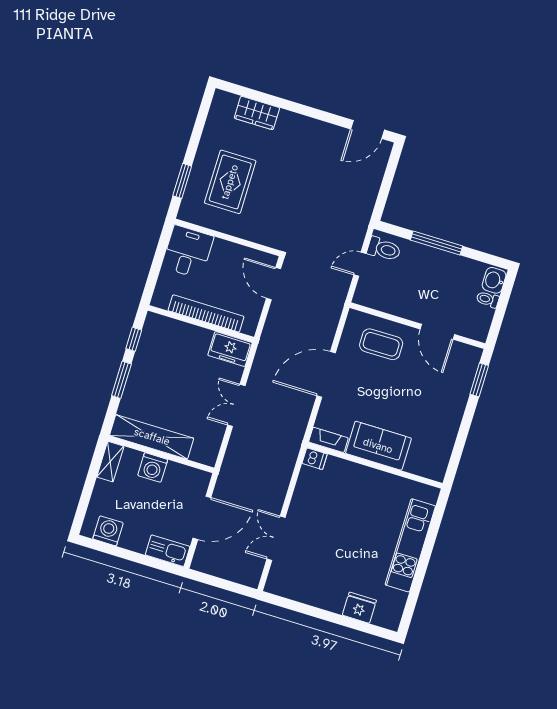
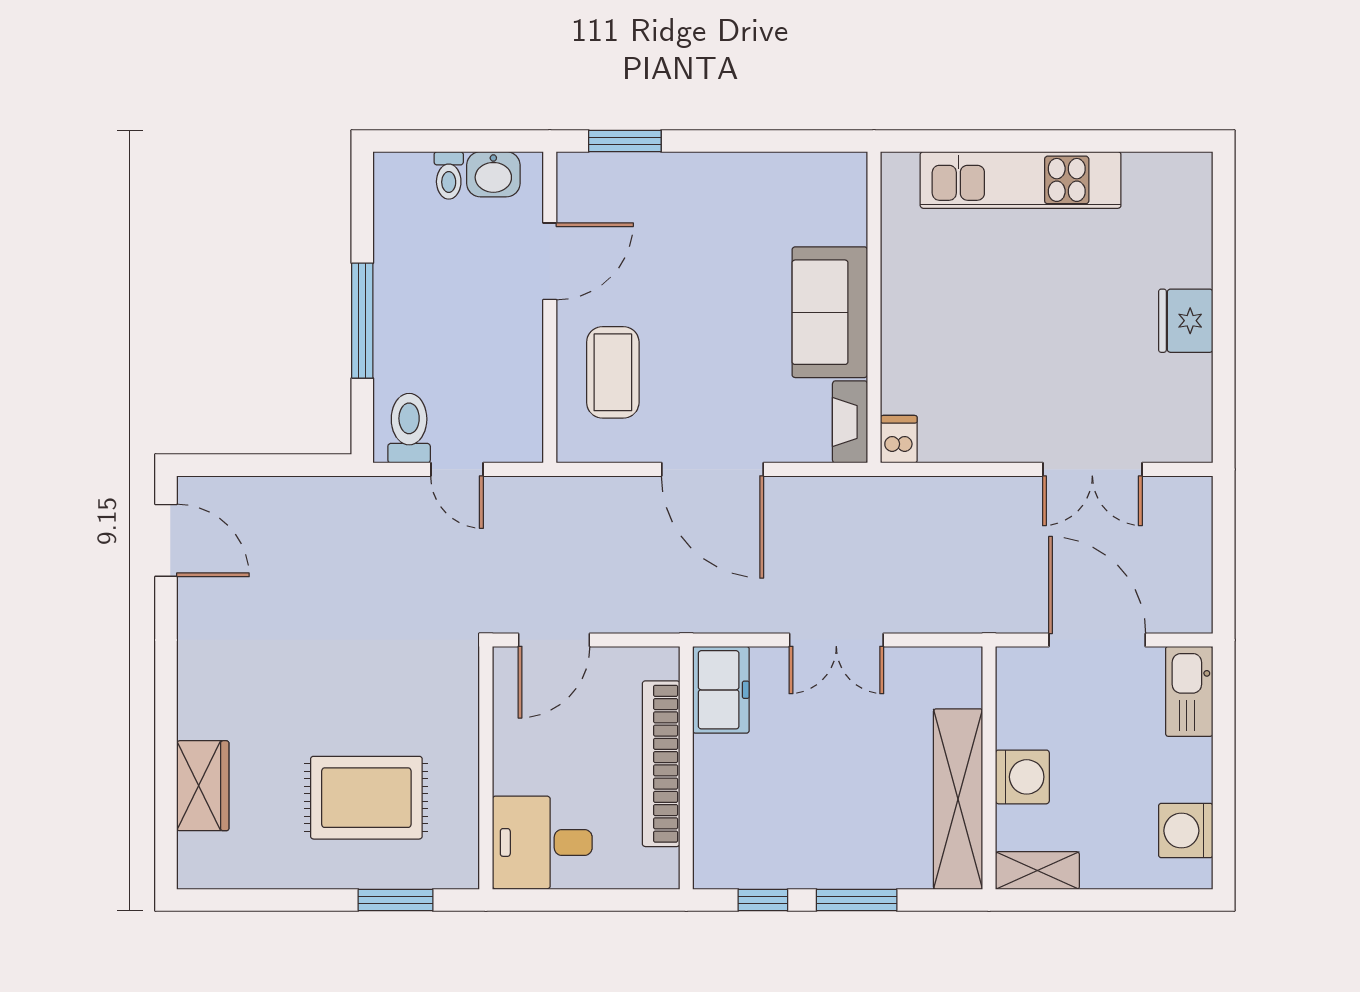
washbasin: (494, 280) -> (493, 174), moved
fridge: (359, 608) -> (1186, 321), moved

